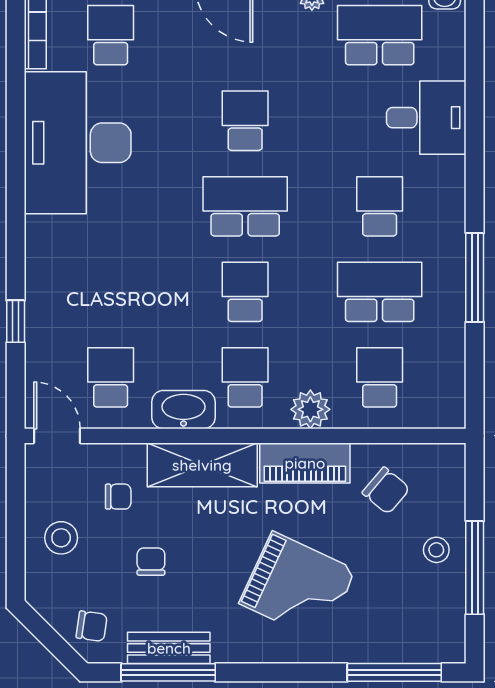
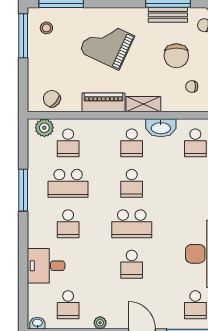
school desk: (380, 35) -> (68, 305), width x0.54
plant: (310, 409) -> (44, 128), moved
shelving: (202, 465) -> (143, 104), width x0.67, depth x0.75
chair: (386, 491) -> (52, 99), moved
stool: (436, 550) -> (46, 28), moved
chair: (151, 562) -> (176, 56), width x1.87, depth x1.87
window: (475, 568) -> (23, 36), moved

